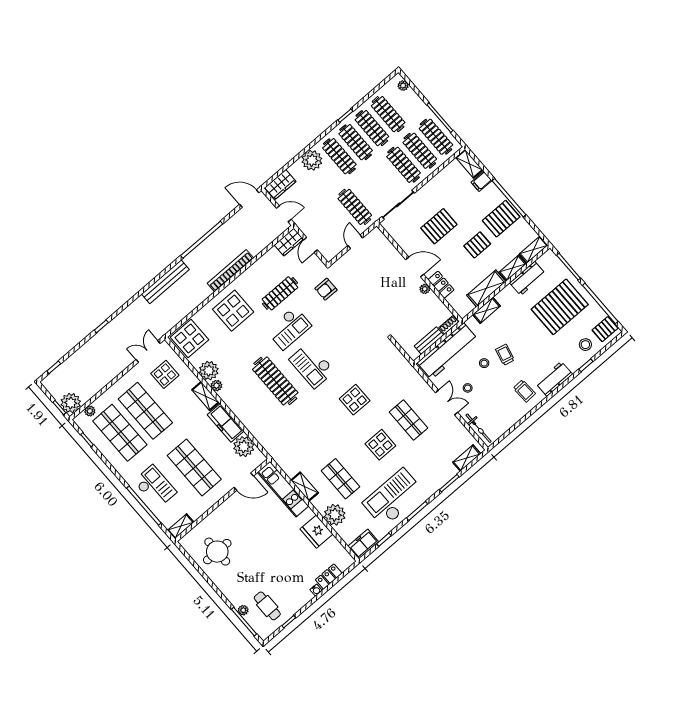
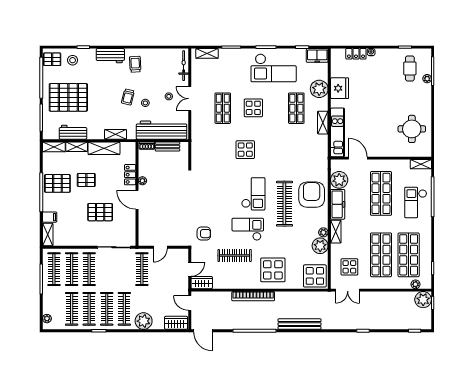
armchair: (257, 411) -> (312, 195), added

